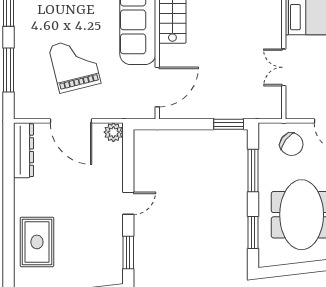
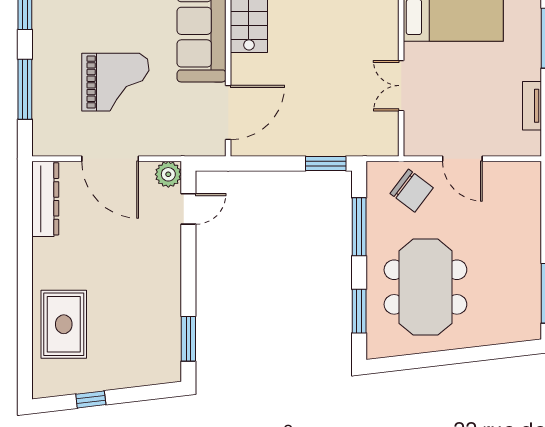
grand piano: (75, 65) -> (115, 82), turned 104
door: (128, 203) -> (188, 209), moved

